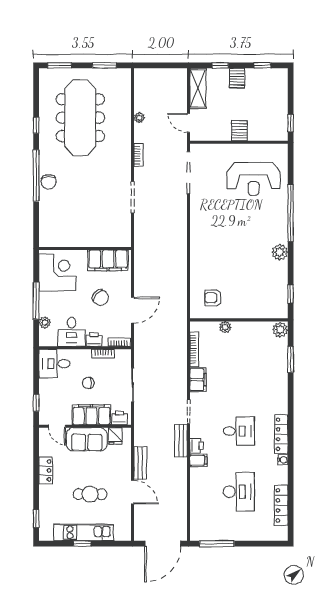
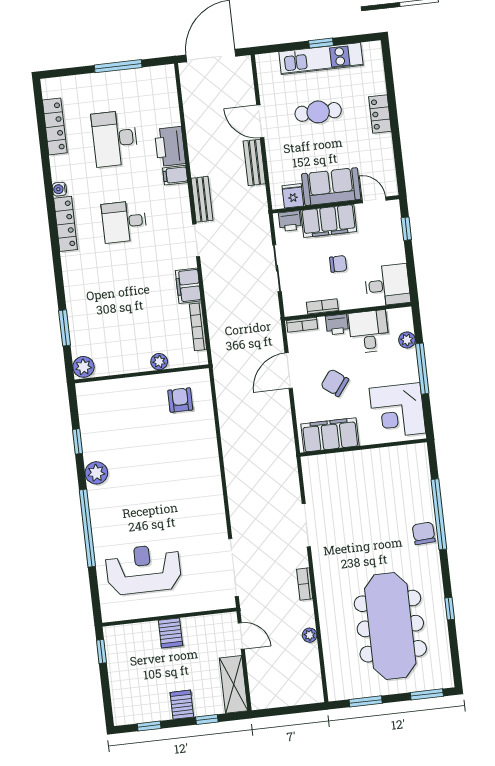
window: (36, 176) -> (439, 514), moved
window: (291, 294) -> (78, 441), moved
armchair: (213, 298) -> (180, 400), turned -90
printer: (197, 446) -> (170, 146), moved, width x1.87, depth x1.48
locker: (46, 470) -> (380, 114), moved
window: (36, 519) -> (388, 70), removed
window: (217, 544) -> (118, 66), moved

